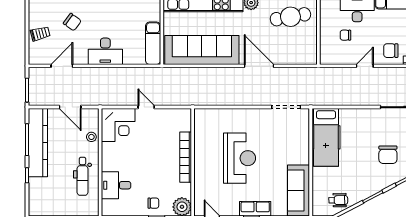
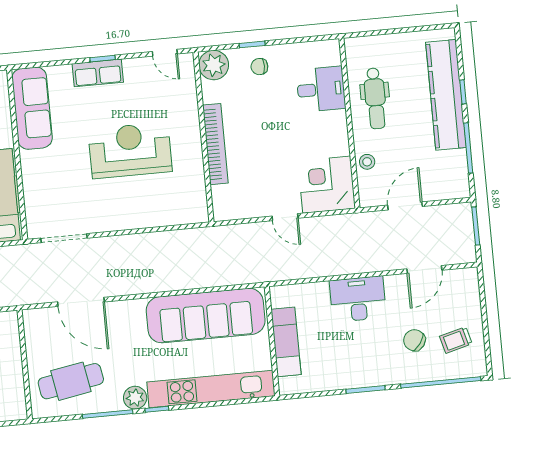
trolley: (40, 34) -> (456, 340), moved
exam couch: (153, 43) -> (286, 342), moved
door: (259, 66) -> (81, 302), moved
door: (70, 107) -> (405, 206), hinge flipped
kitchen counter: (38, 143) -> (446, 95), moved
reception desk: (240, 158) -> (130, 150), turned 90
dental chair: (83, 176) -> (375, 98), turned 180

